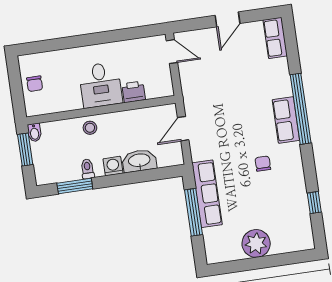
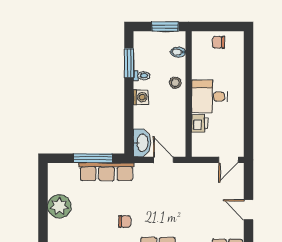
bidet: (34, 132) -> (178, 52), moved
washbasin: (139, 161) -> (142, 143), moved

